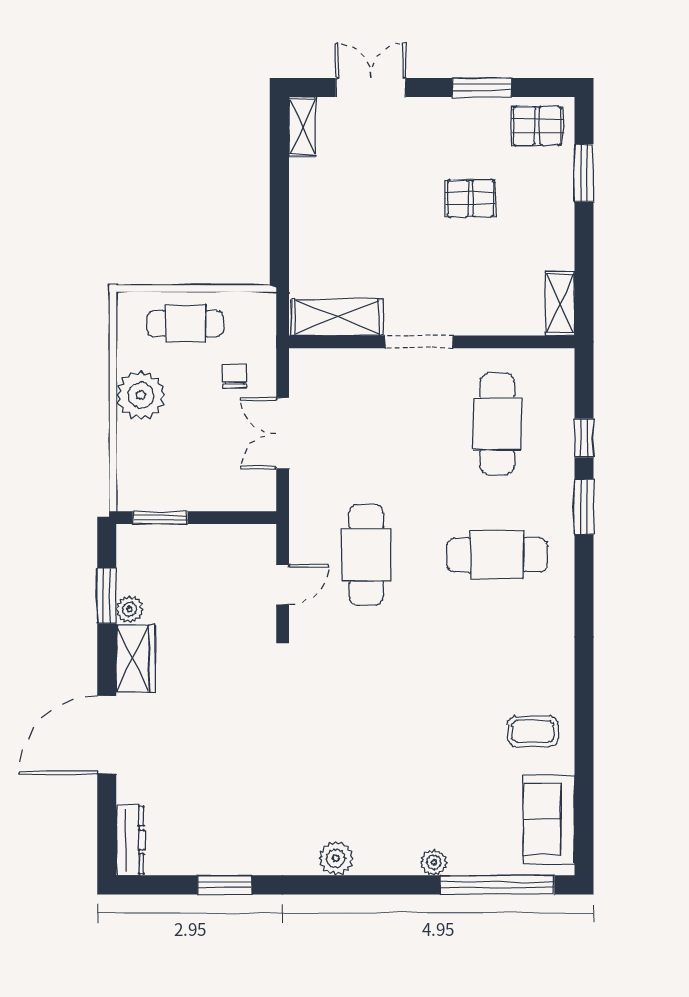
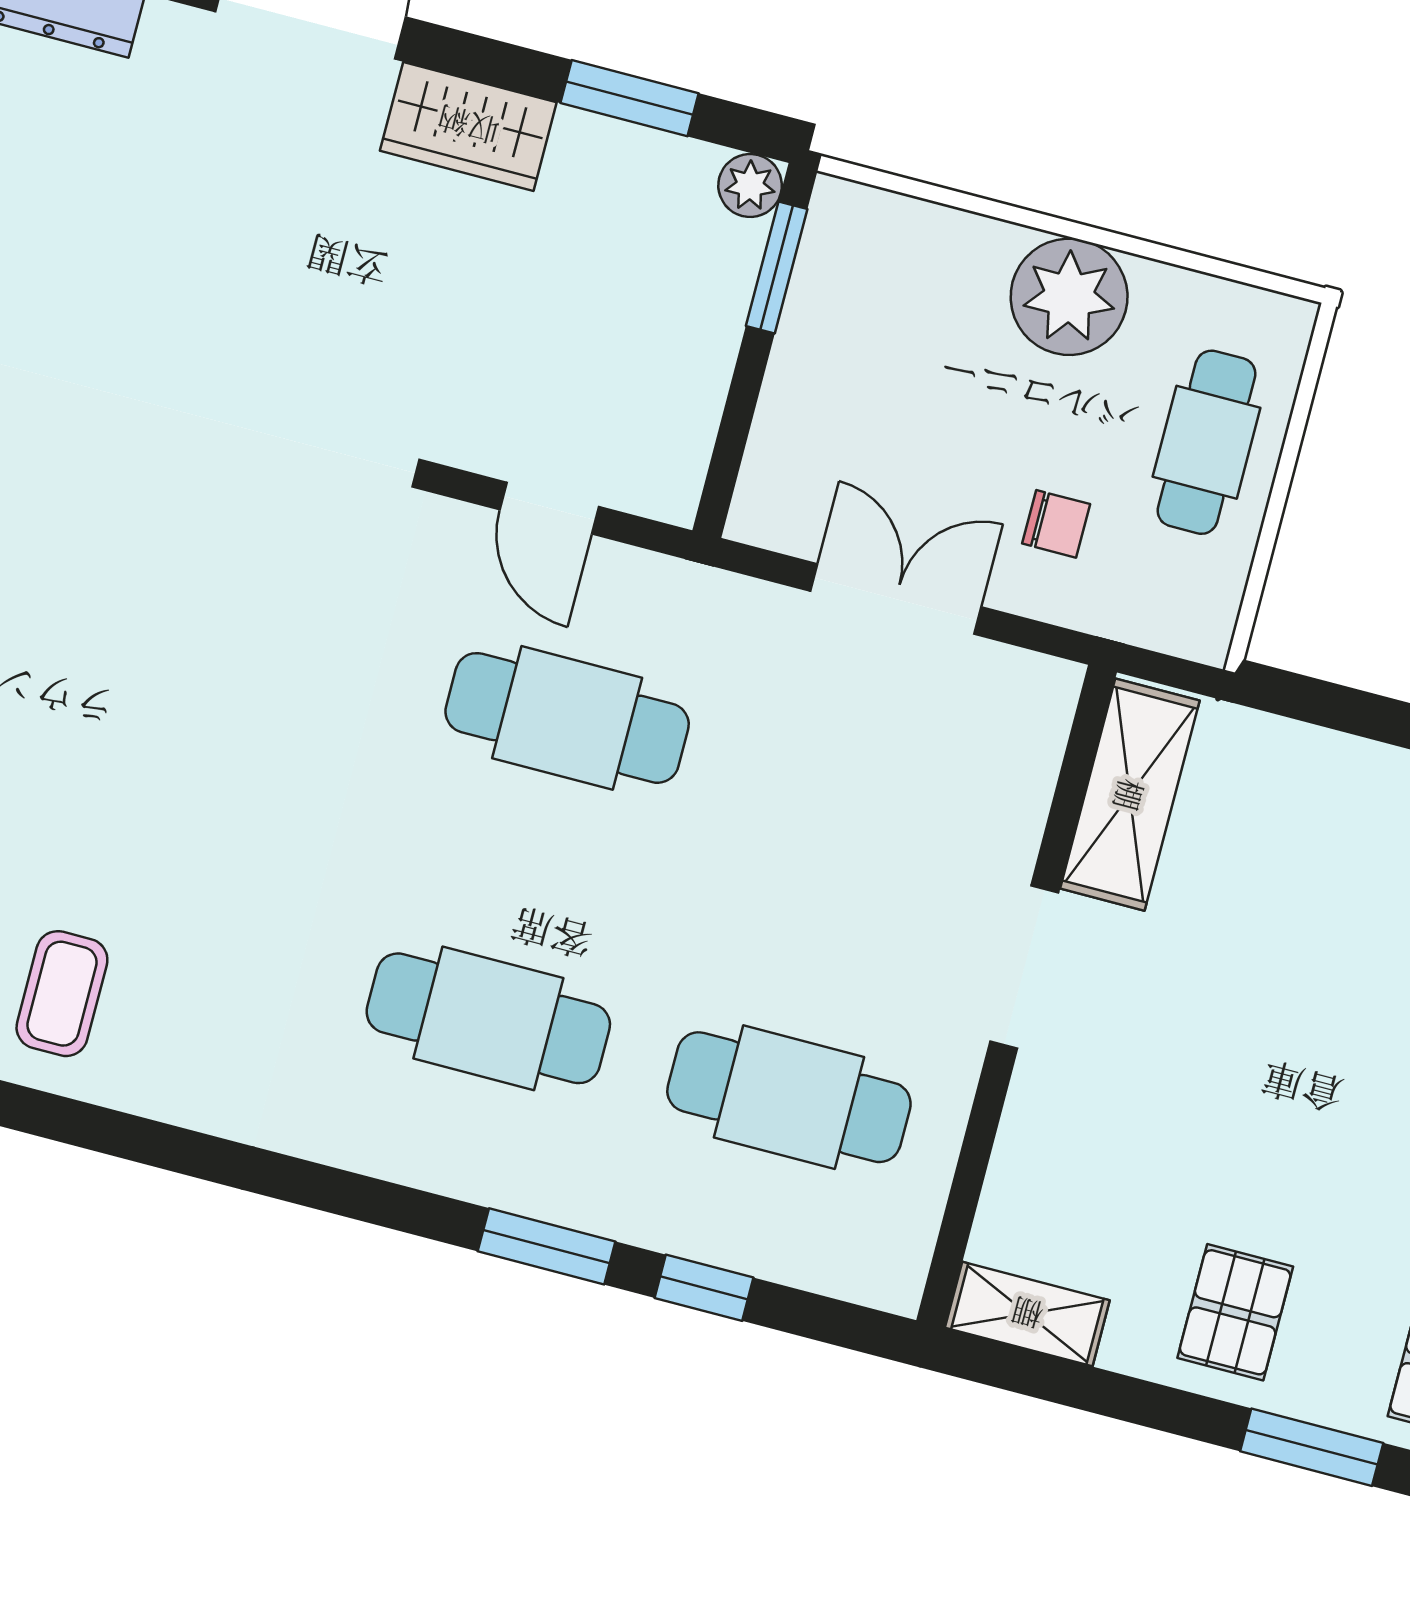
pallet: (470, 199) -> (1235, 1312), moved
cafe table: (497, 555) -> (488, 1018), turned 90
plant: (129, 609) -> (750, 186), moved

